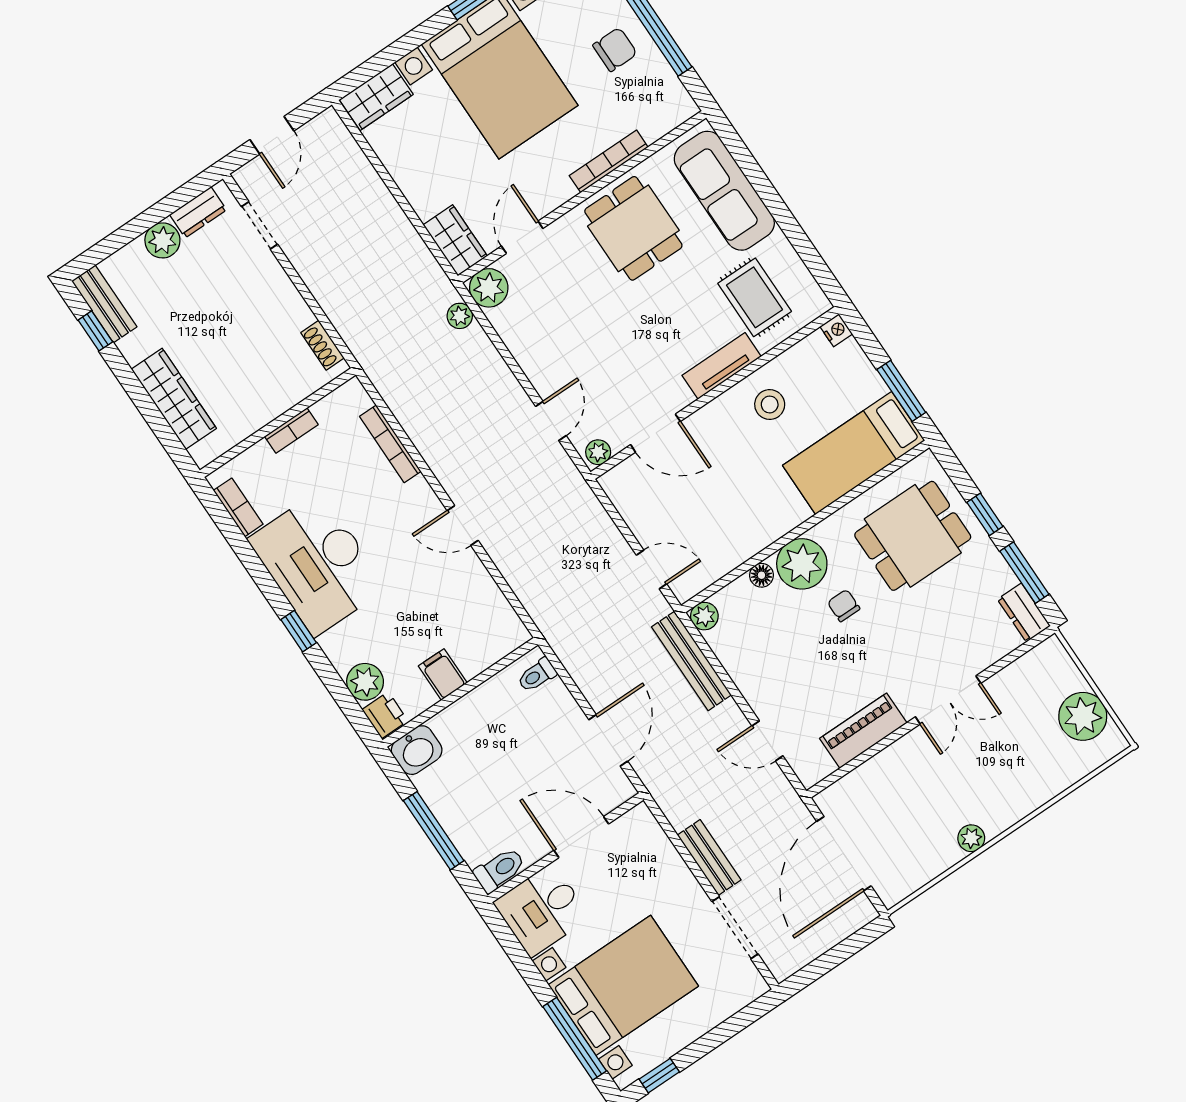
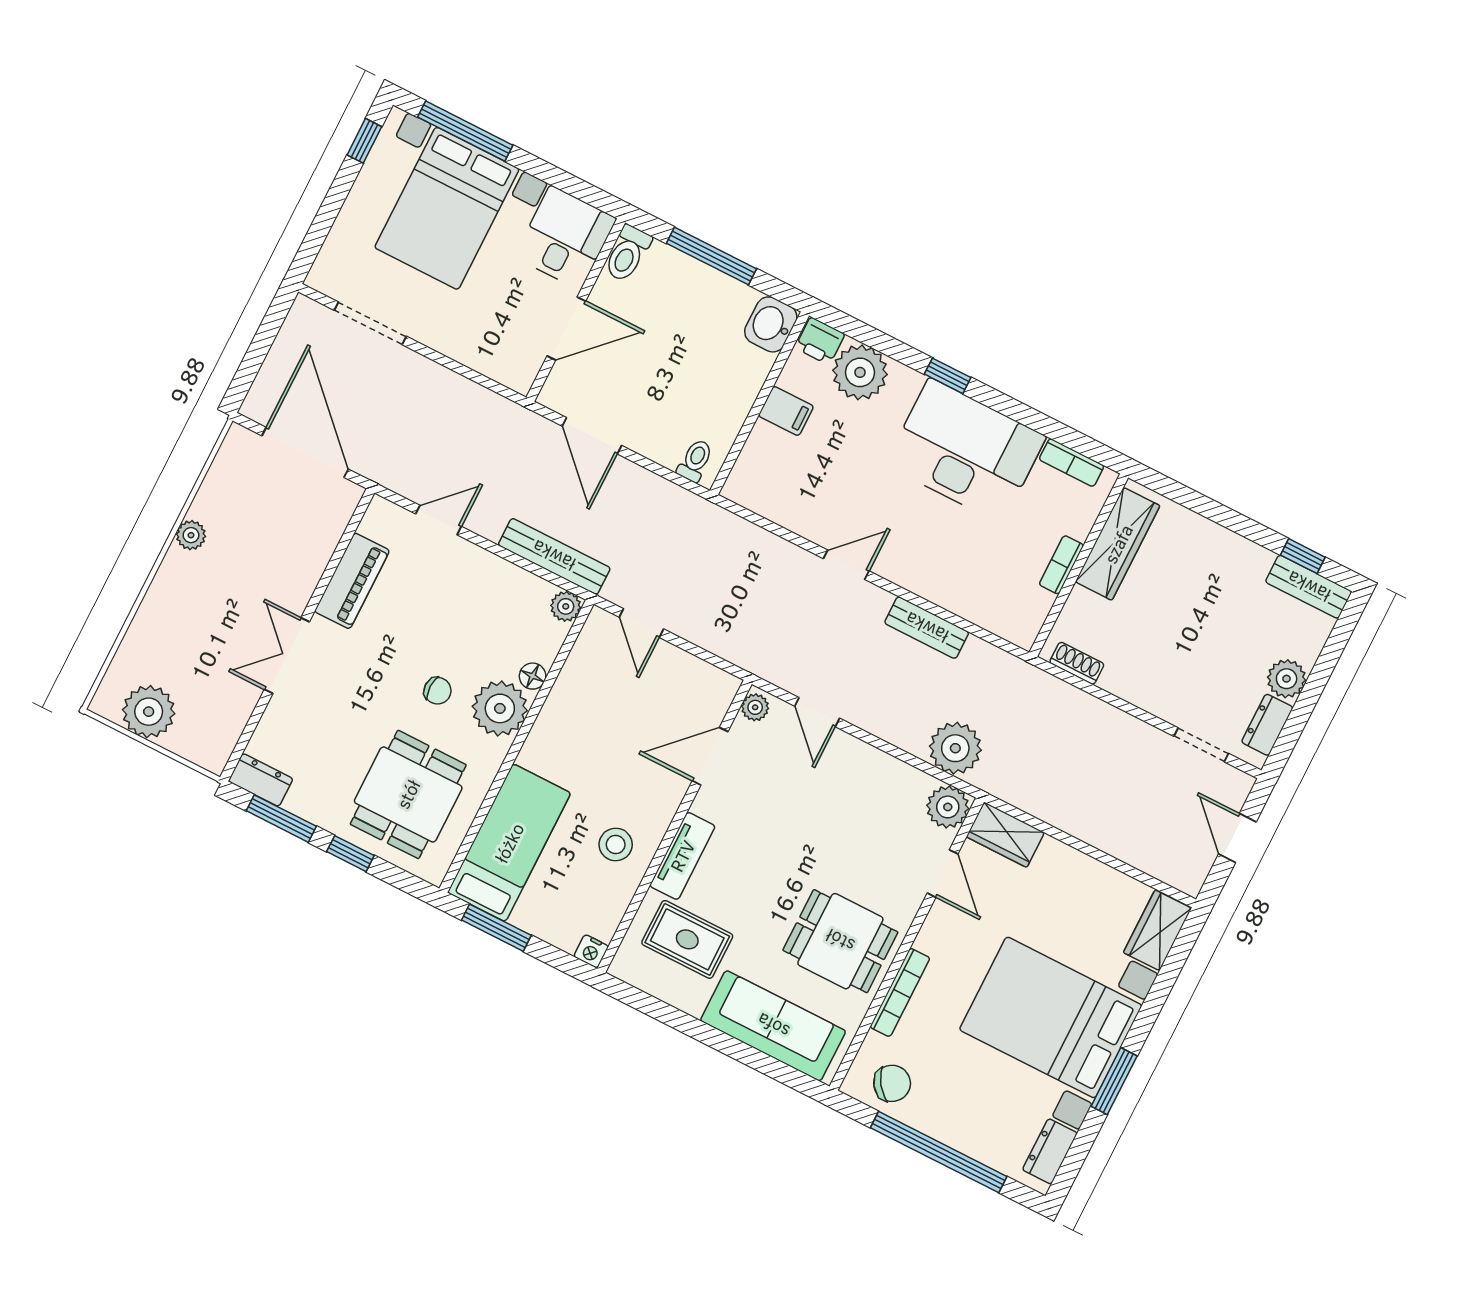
chair: (615, 49) -> (892, 1083), moved, turned -125
plant: (460, 316) -> (955, 748), width x1.87, depth x1.87
wardrobe: (174, 399) -> (1118, 544), moved, turned -90
bookcase: (390, 444) -> (959, 605), removed
door: (651, 570) -> (641, 623), hinge flipped
plant: (365, 682) -> (860, 372), width x1.36, depth x1.36
bench: (709, 858) -> (927, 628), moved

